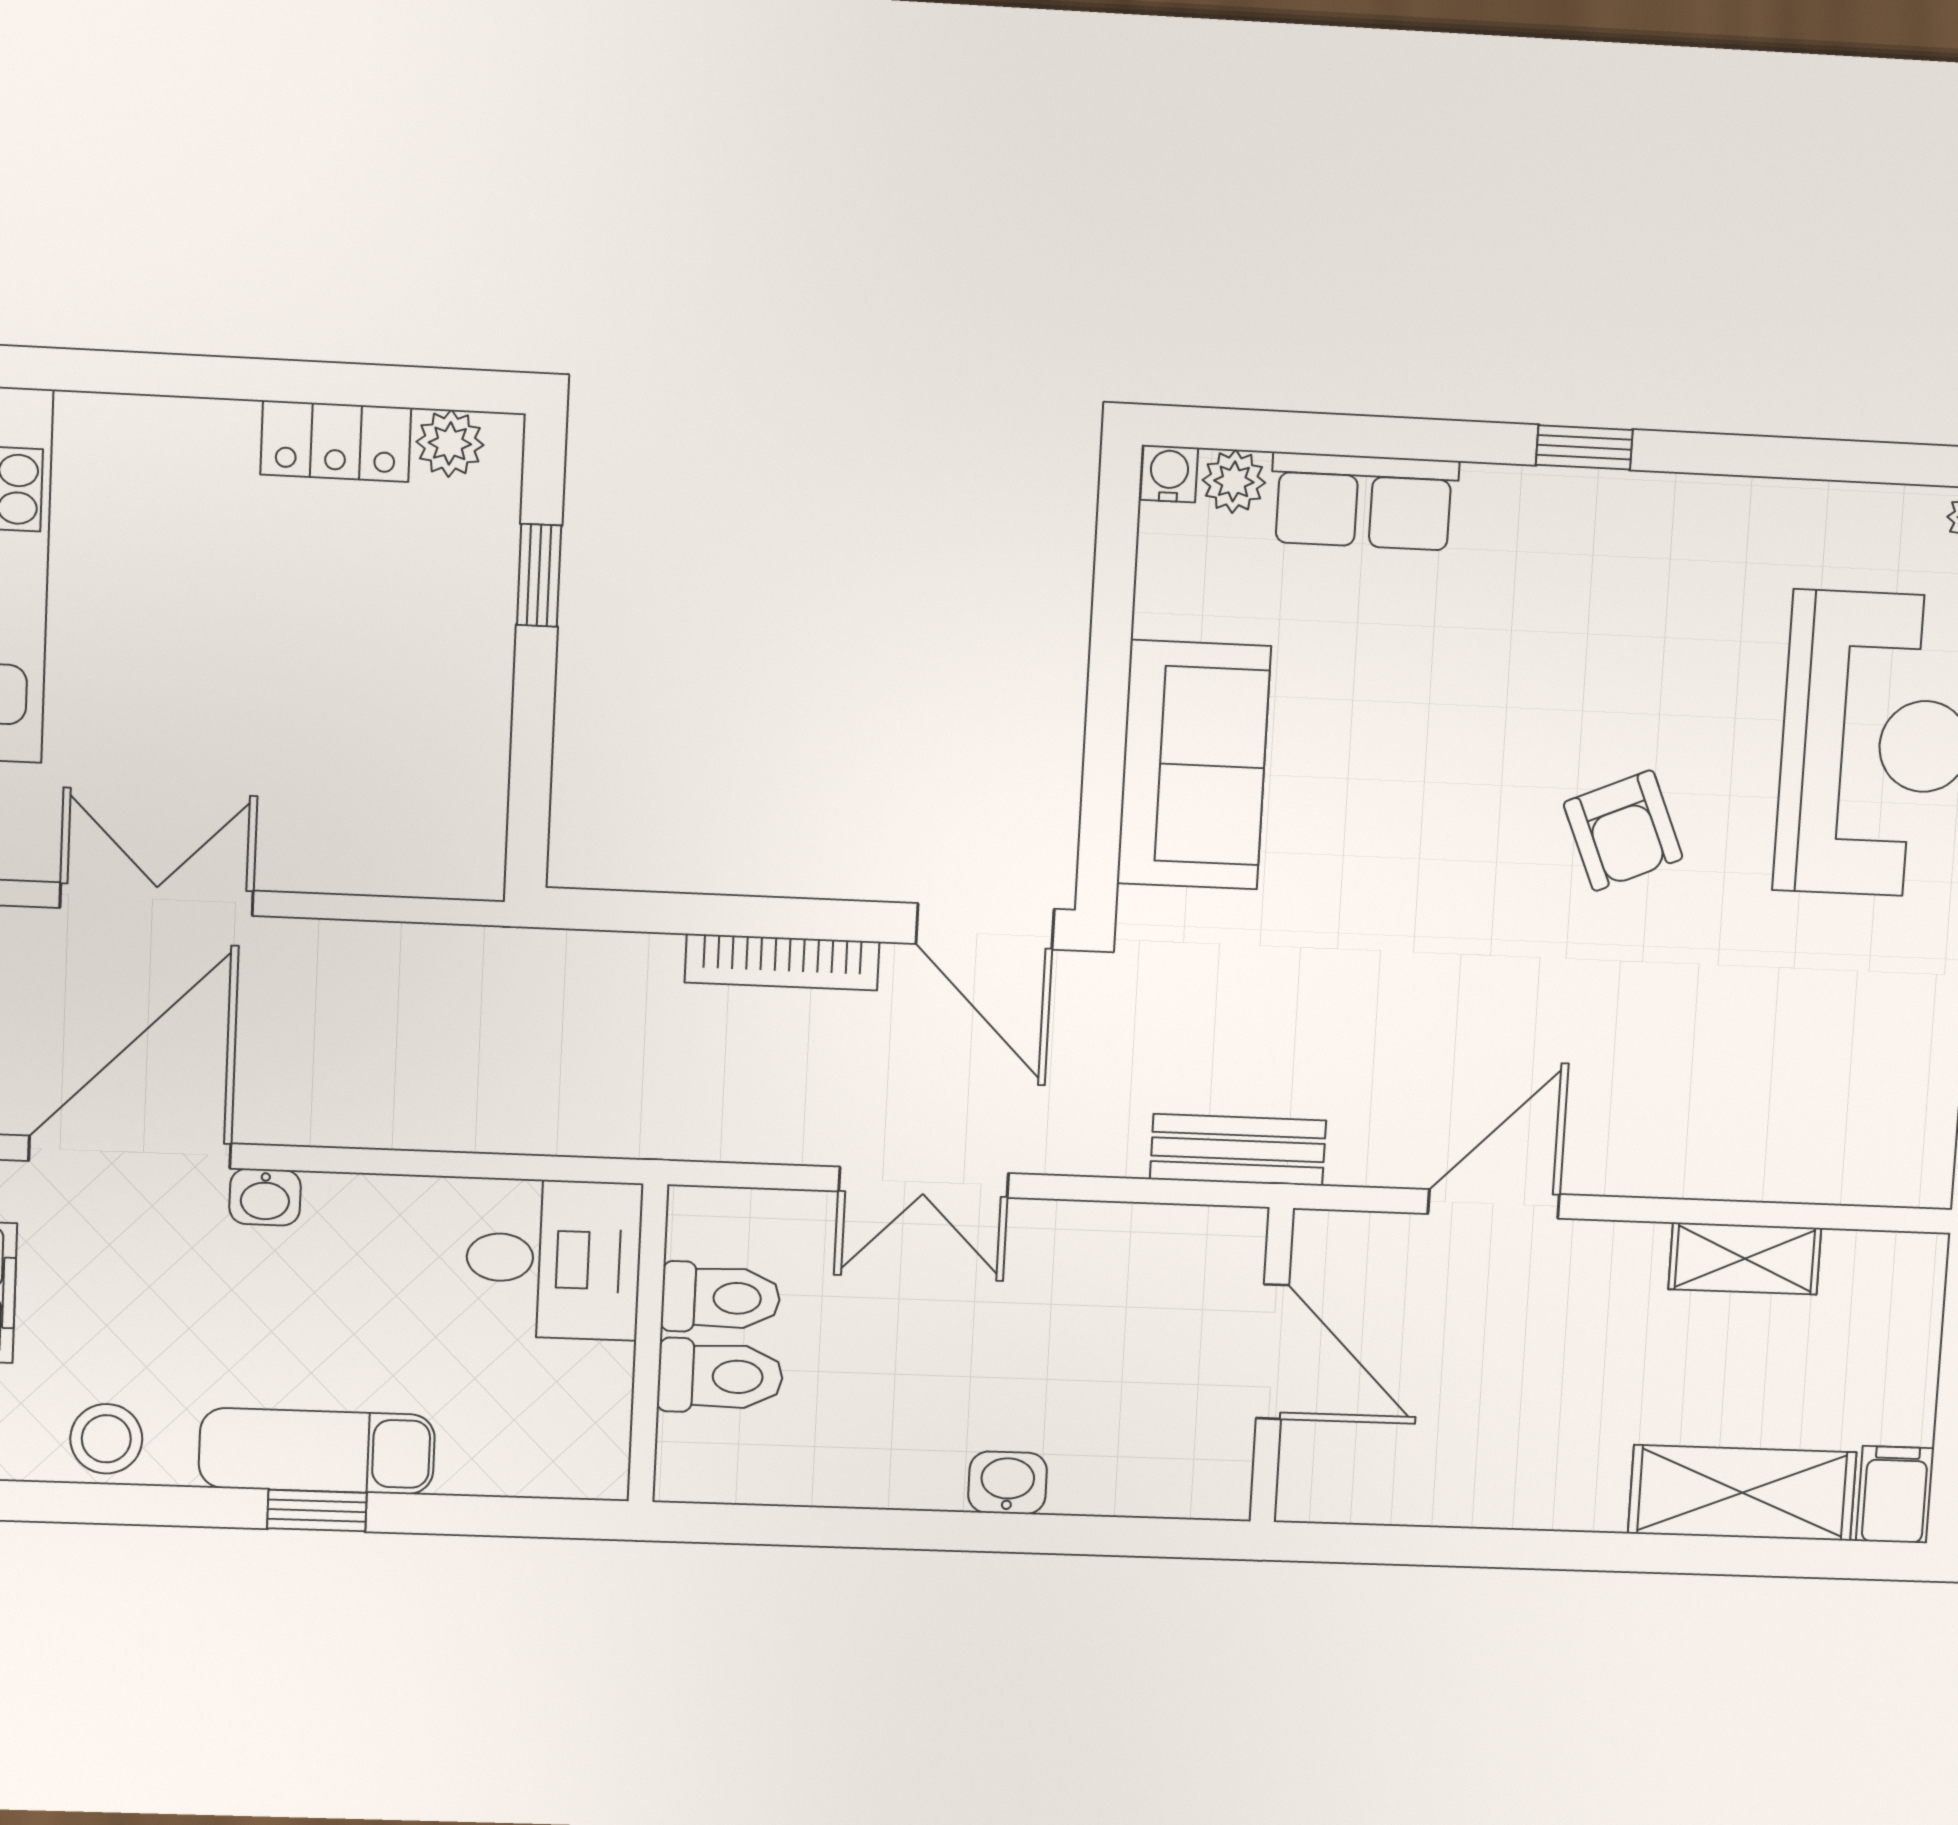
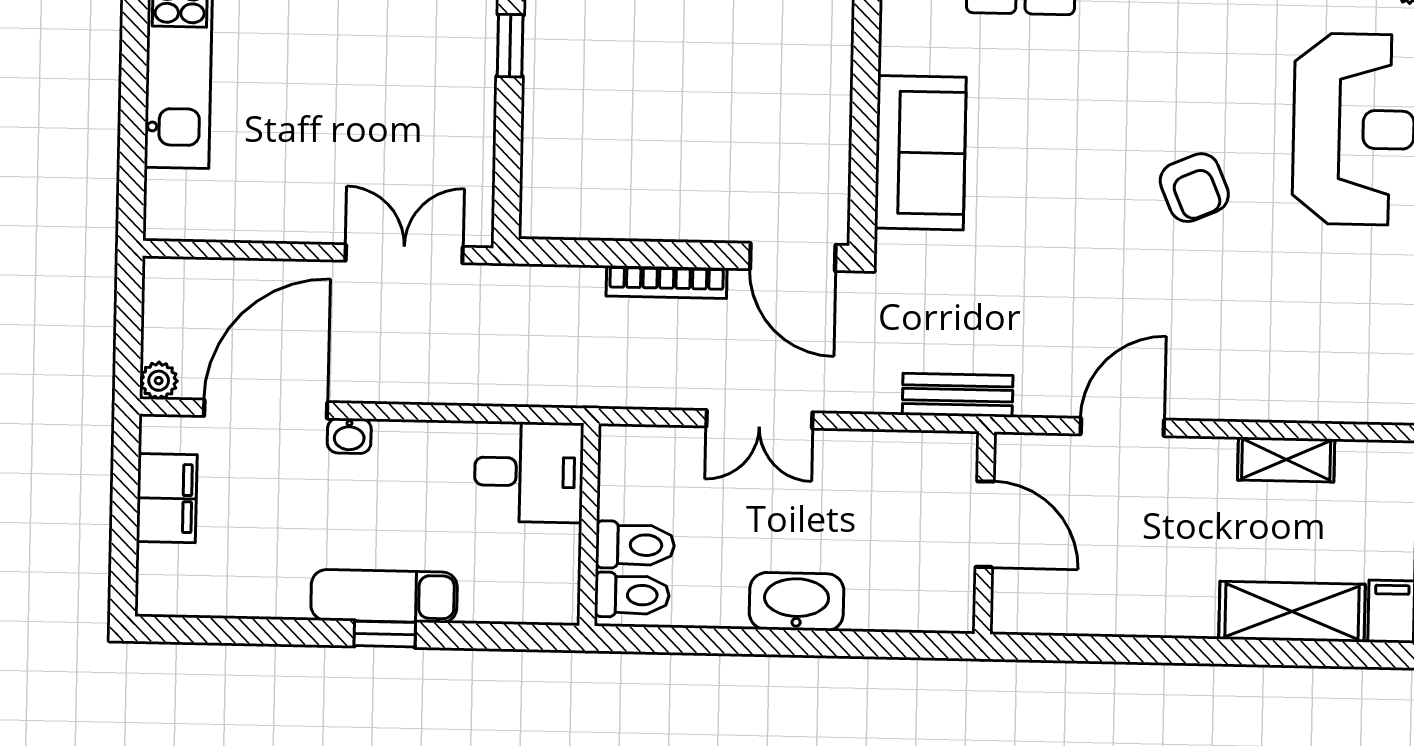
double door: (157, 899) -> (404, 254), moved
toilet: (721, 1298) -> (632, 595), moved
stool: (106, 1439) -> (254, 590), removed
washbasin: (1008, 1483) -> (796, 602), width x1.91, depth x1.45

